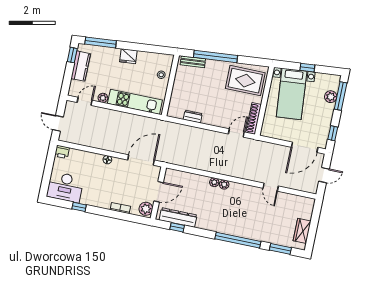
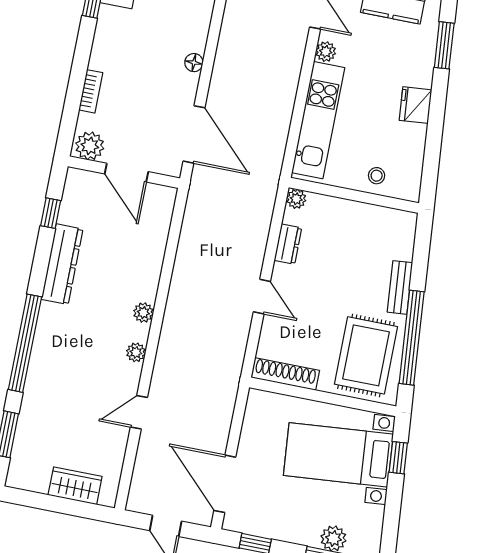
window: (101, 42) -> (444, 45), width x0.69
window: (215, 56) -> (412, 338), moved
bench: (193, 62) -> (400, 287), moved
window: (307, 68) -> (398, 458), moved
plant: (172, 112) -> (296, 199), added
door: (236, 133) -> (262, 297), moved
plant: (214, 182) -> (136, 352), moved
dresser: (178, 217) -> (62, 264), moved
wardrobe: (302, 231) -> (75, 486), moved

